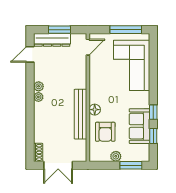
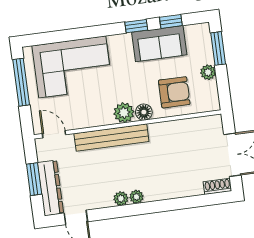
plant: (96, 96) -> (124, 113), added
bench: (80, 114) -> (111, 138), moved

